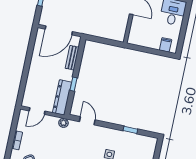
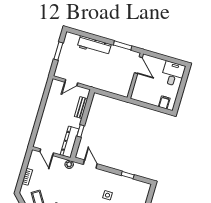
door: (59, 30) -> (71, 83), width x0.53
door: (37, 111) -> (47, 152), hinge flipped

